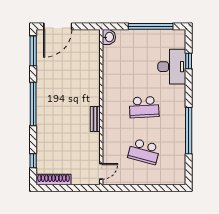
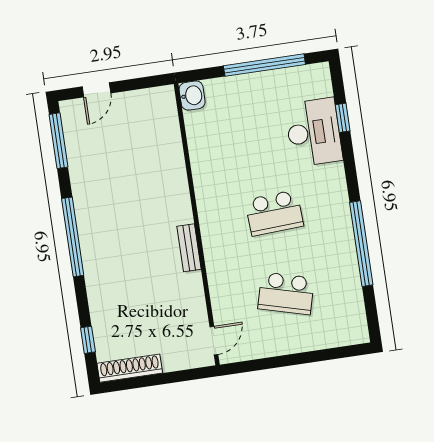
door: (58, 26) -> (96, 90), width x0.53

